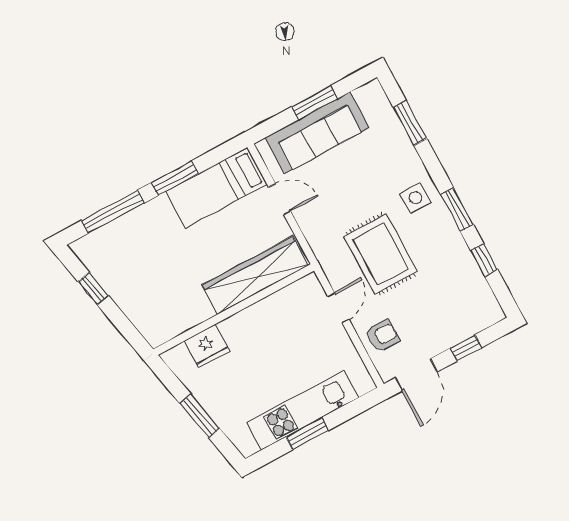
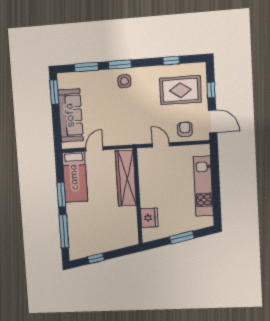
window: (314, 103) -> (54, 92), moved
window: (457, 210) -> (120, 65), moved
rug: (380, 254) -> (180, 90), moved
window: (307, 434) -> (216, 189), removed

